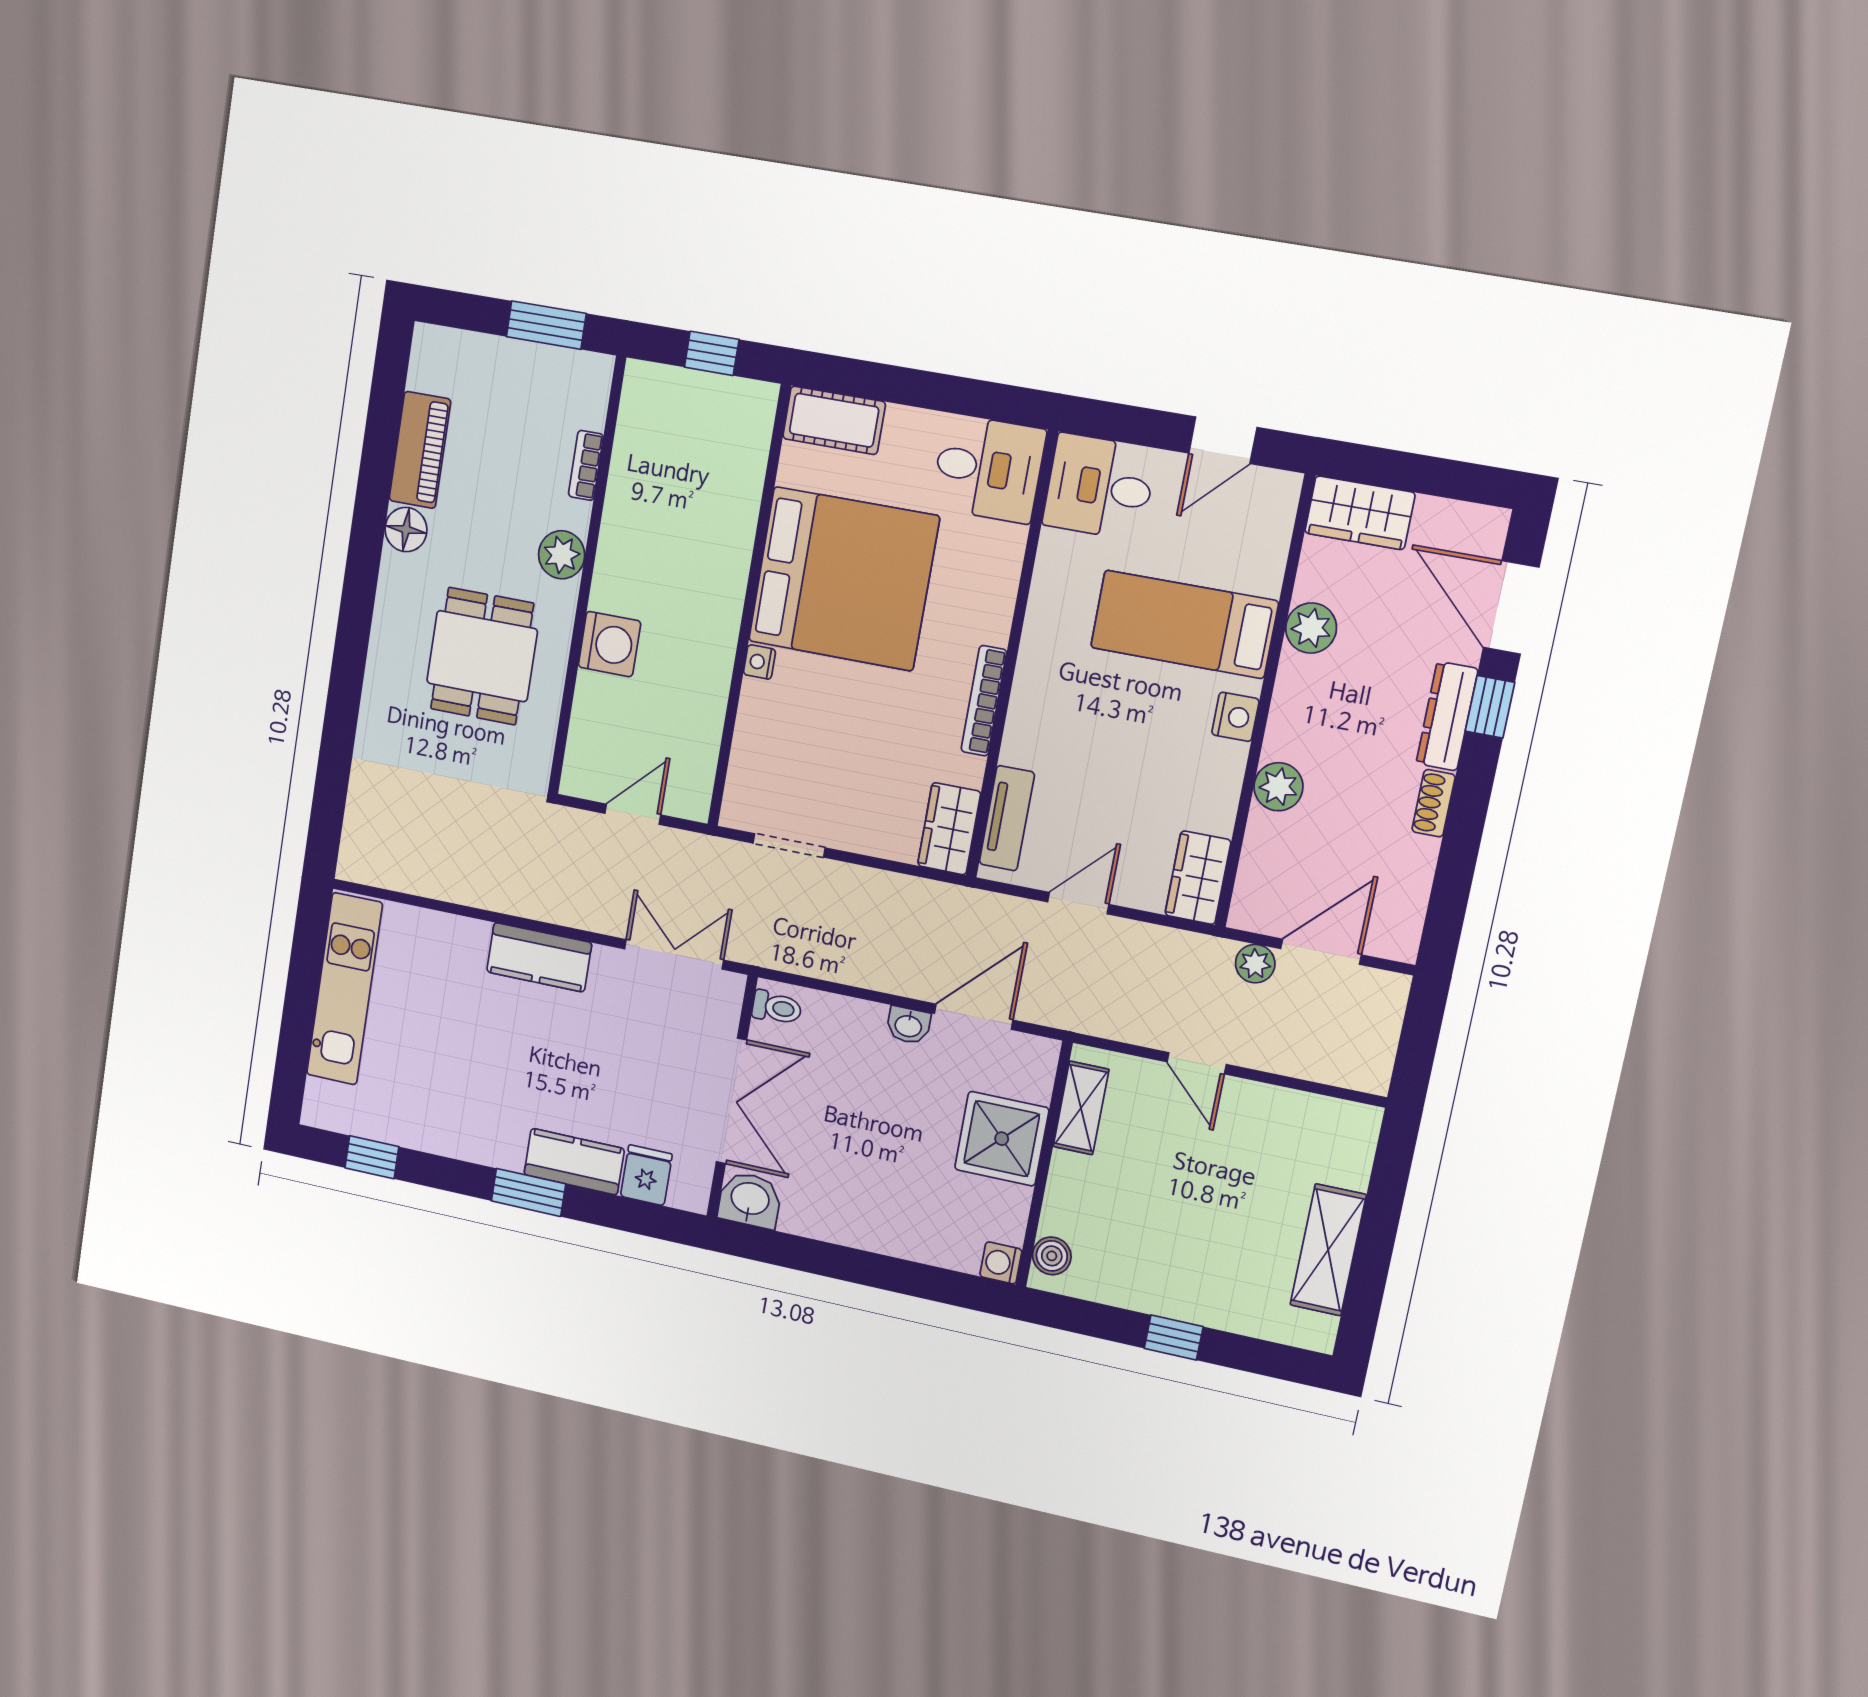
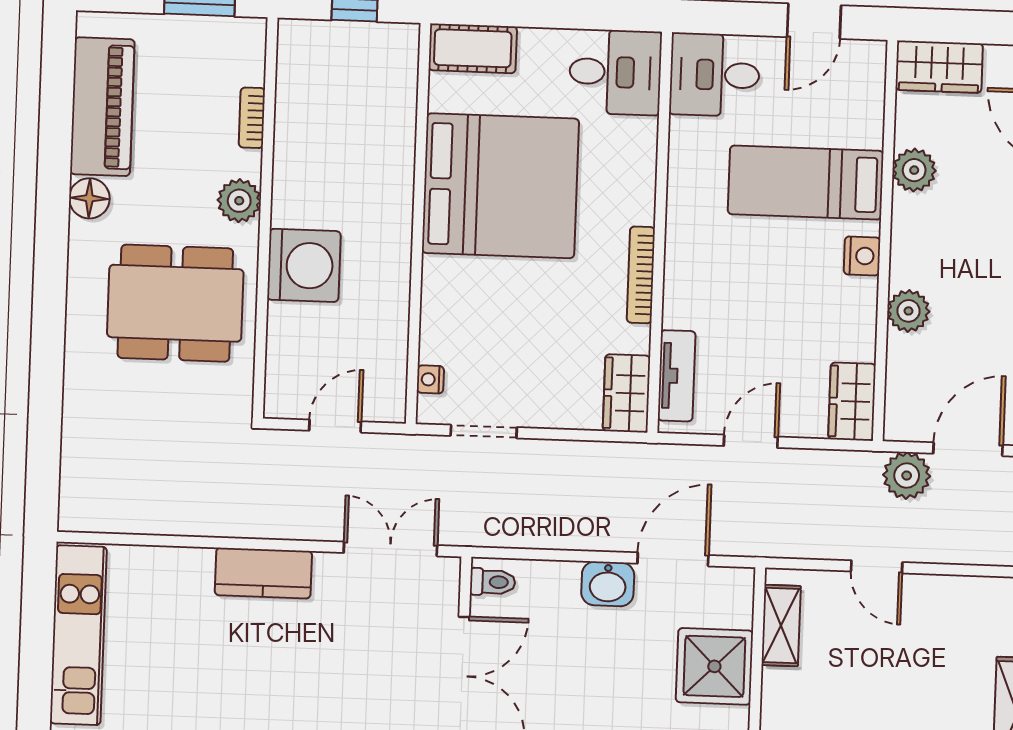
piano: (420, 450) -> (102, 107), width x1.37, depth x1.33
washing machine: (609, 644) -> (304, 265), width x1.37, depth x1.37
dining table: (482, 656) -> (175, 303), width x1.37
nightstand: (759, 662) -> (430, 379), moved
plant: (1255, 964) -> (907, 476), width x1.38, depth x1.38
washbasin: (908, 1025) -> (608, 584), width x1.38, depth x1.45

